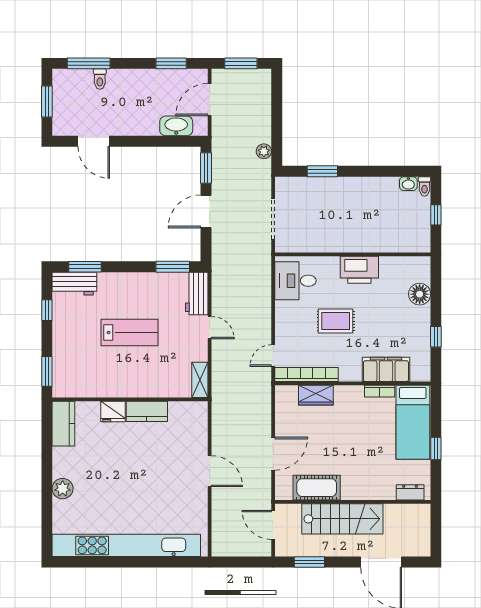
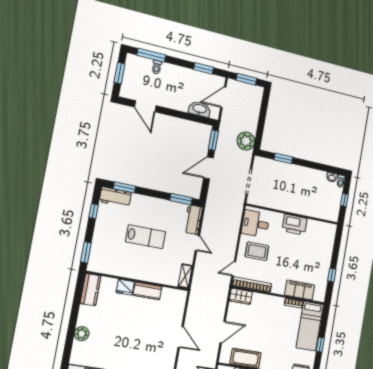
plant: (264, 151) -> (246, 141), width x1.87, depth x1.87
floor lamp: (420, 294) -> (327, 247), removed
rug: (336, 321) -> (257, 251), moved
wardrobe: (316, 395) -> (241, 296), moved

